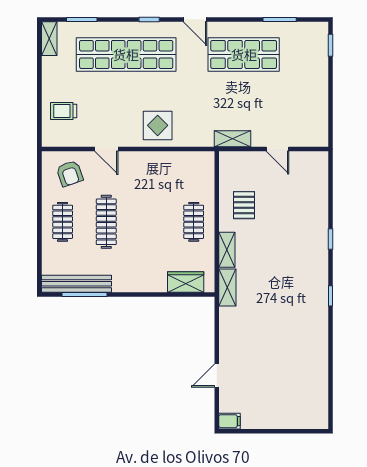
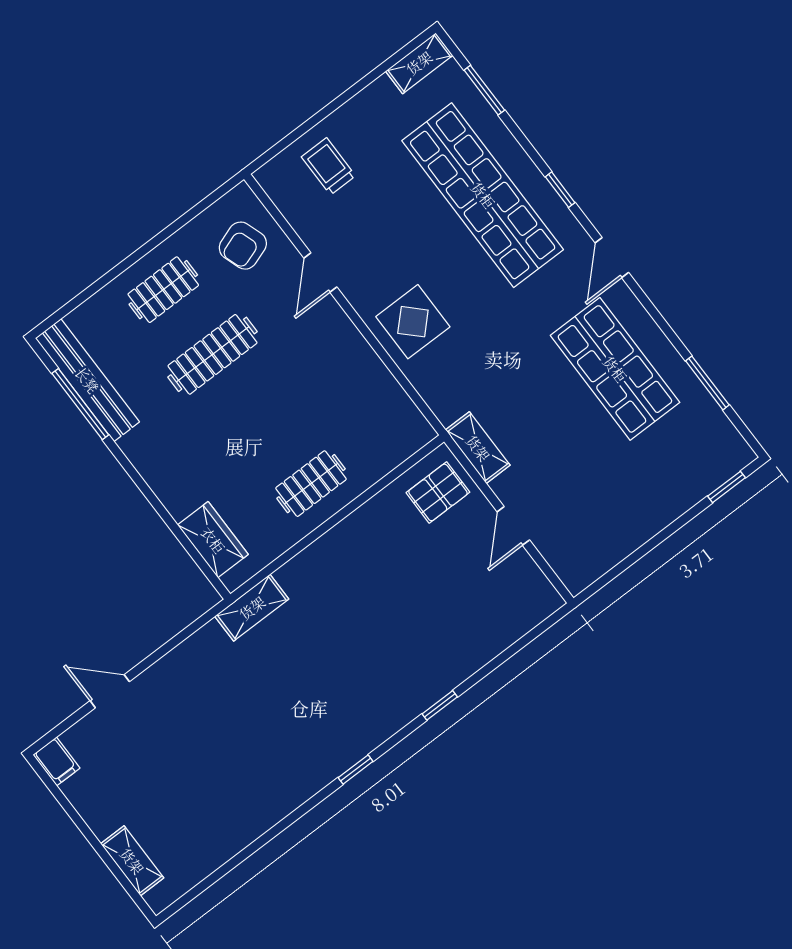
pallet: (244, 205) -> (438, 492), moved
shelving: (227, 250) -> (132, 861), moved, turned 90

